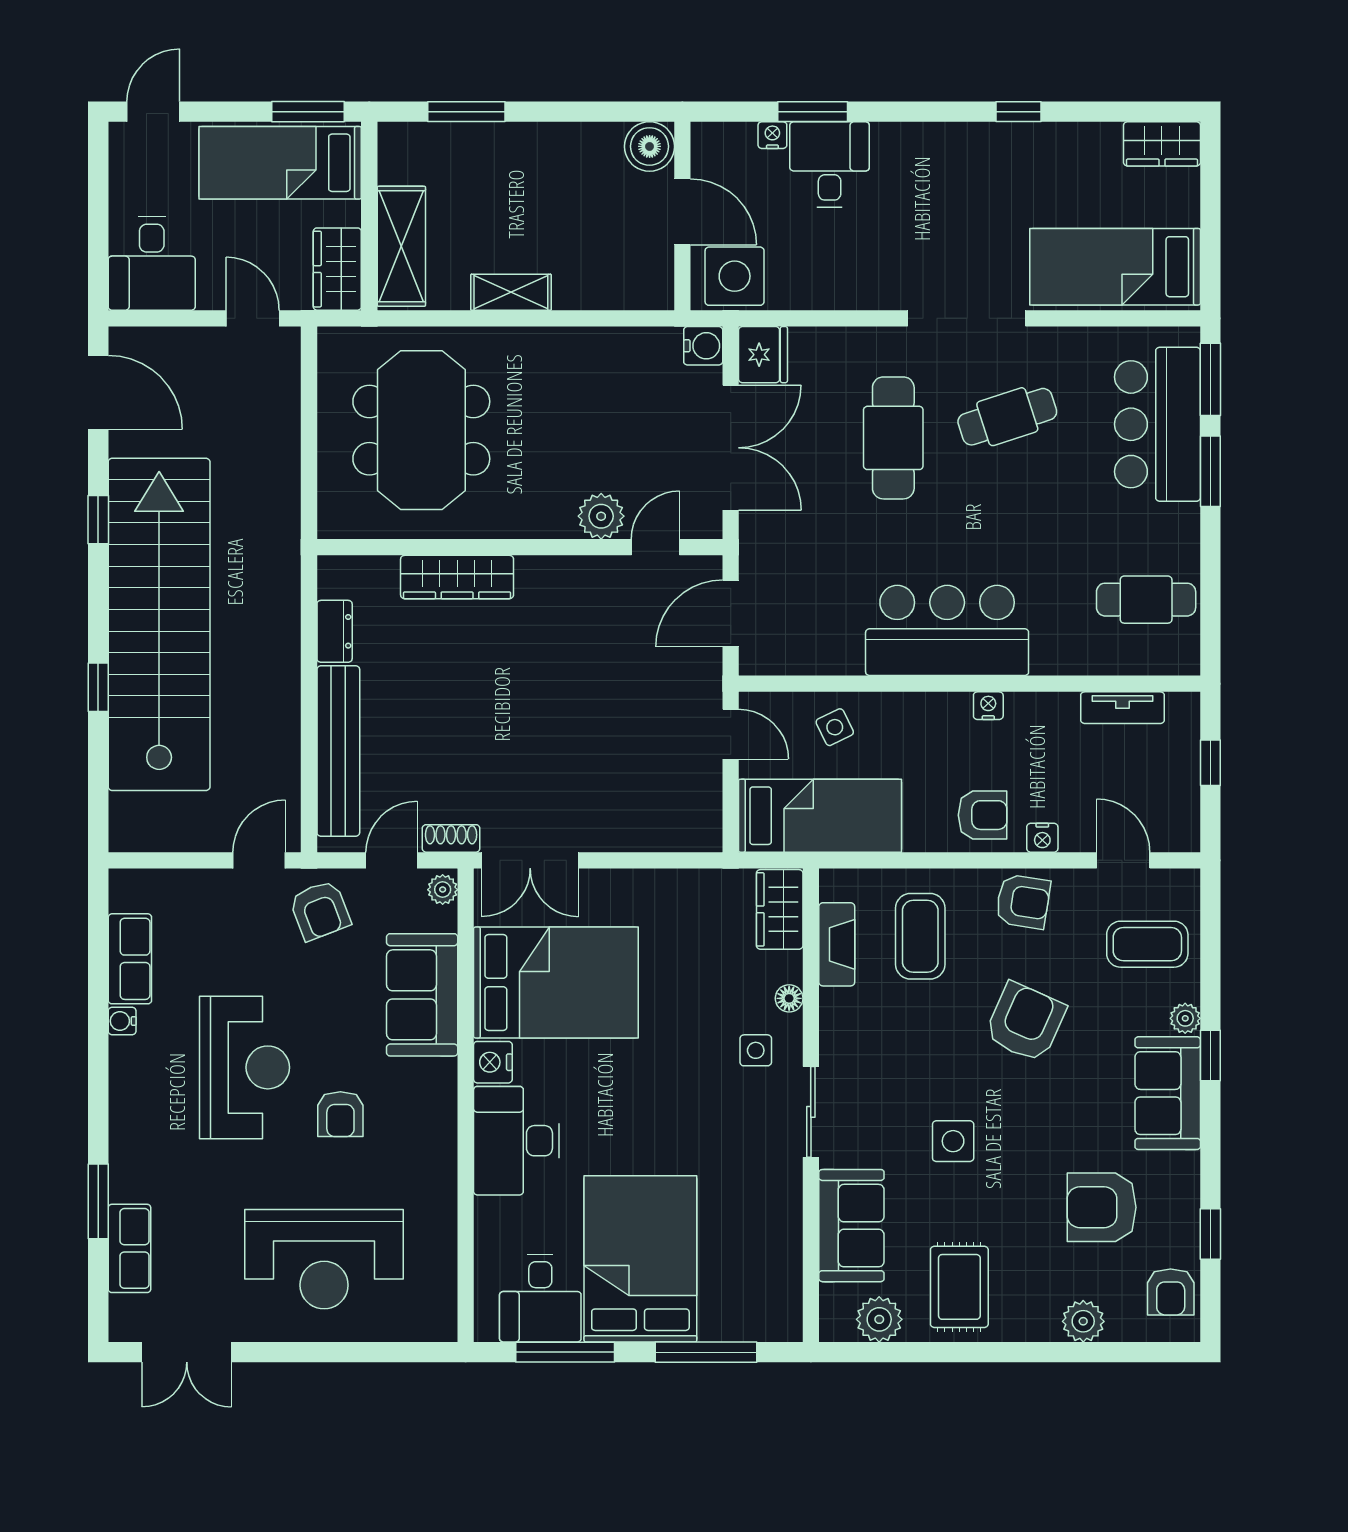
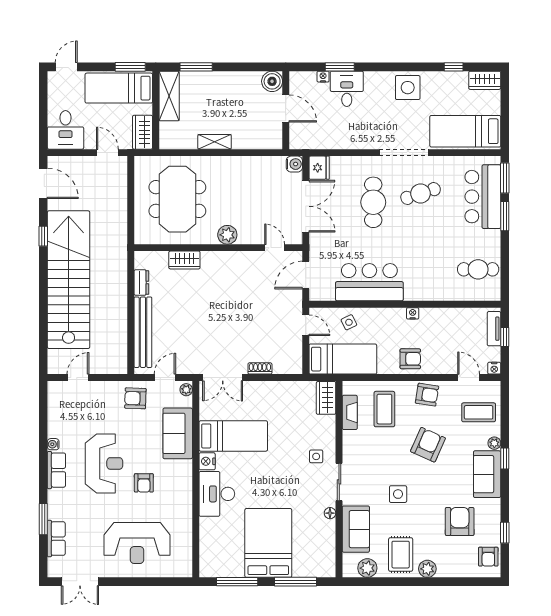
window: (1018, 112) -> (454, 67), moved
shelving: (401, 246) -> (169, 96), moved
side table: (735, 276) -> (408, 88), moved
plant: (601, 516) -> (227, 235), moved
door: (656, 547) -> (275, 248), hinge flipped
wardrobe: (457, 577) -> (184, 260), width x0.67
bar counter: (947, 630) -> (369, 282), moved
window: (98, 687) -> (43, 306), removed
tv unit: (1123, 708) -> (494, 329), moved, turned 90
shoe rack: (451, 838) -> (260, 368), moved
nightstand: (1042, 838) -> (494, 368), moved
door: (259, 860) -> (78, 378), moved
armchair: (320, 910) -> (135, 398), turned 113
row of seats: (130, 959) -> (56, 470), moved
bed: (556, 983) -> (233, 436), width x0.67
floor lamp: (789, 998) -> (330, 513), moved
armchair: (1102, 1207) -> (460, 522), turned 90
desk: (540, 1298) -> (227, 559), removed
plant: (1083, 1321) -> (427, 569), moved

